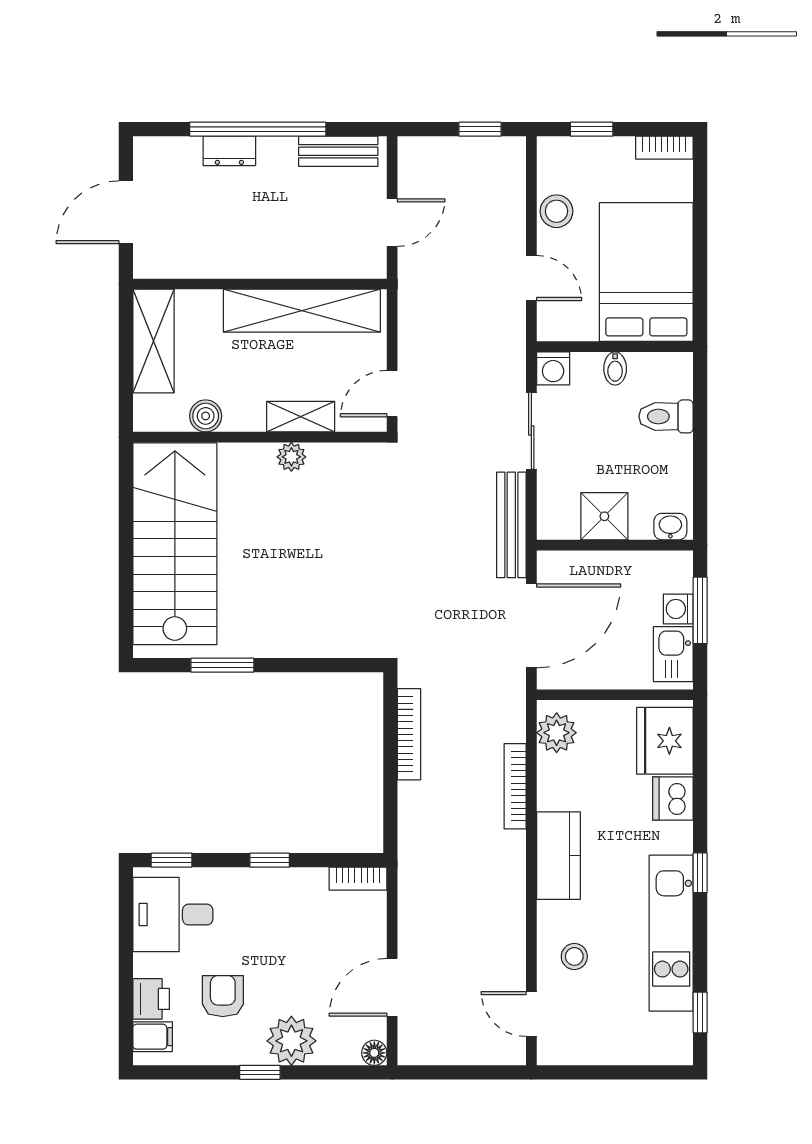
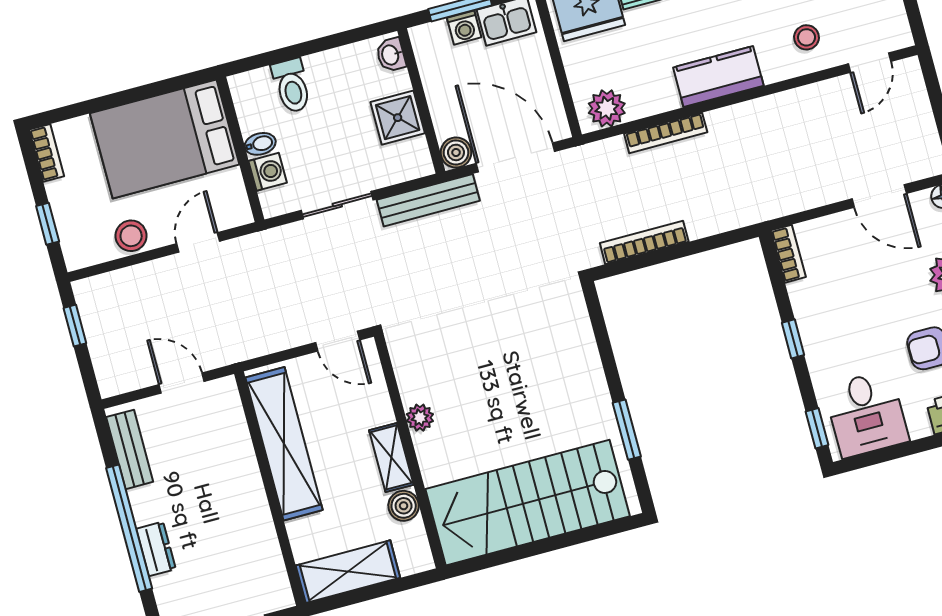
washing machine: (553, 368) -> (268, 172), moved
shelving: (301, 417) -> (391, 457), moved
boiler: (553, 566) -> (456, 152), added

